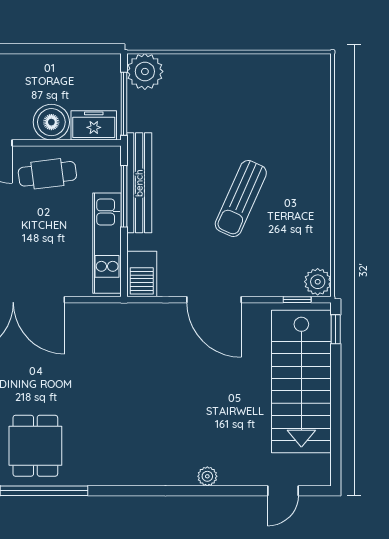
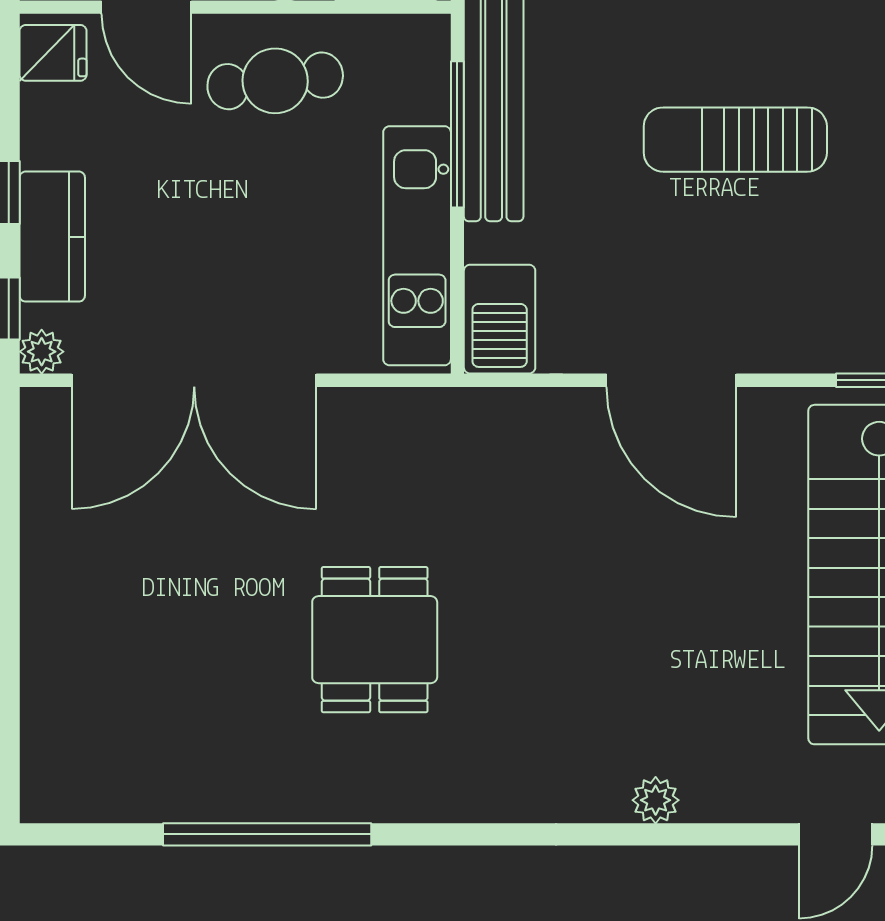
sun lounger: (241, 199) -> (735, 140), turned 66
dining table: (35, 446) -> (375, 640), moved

